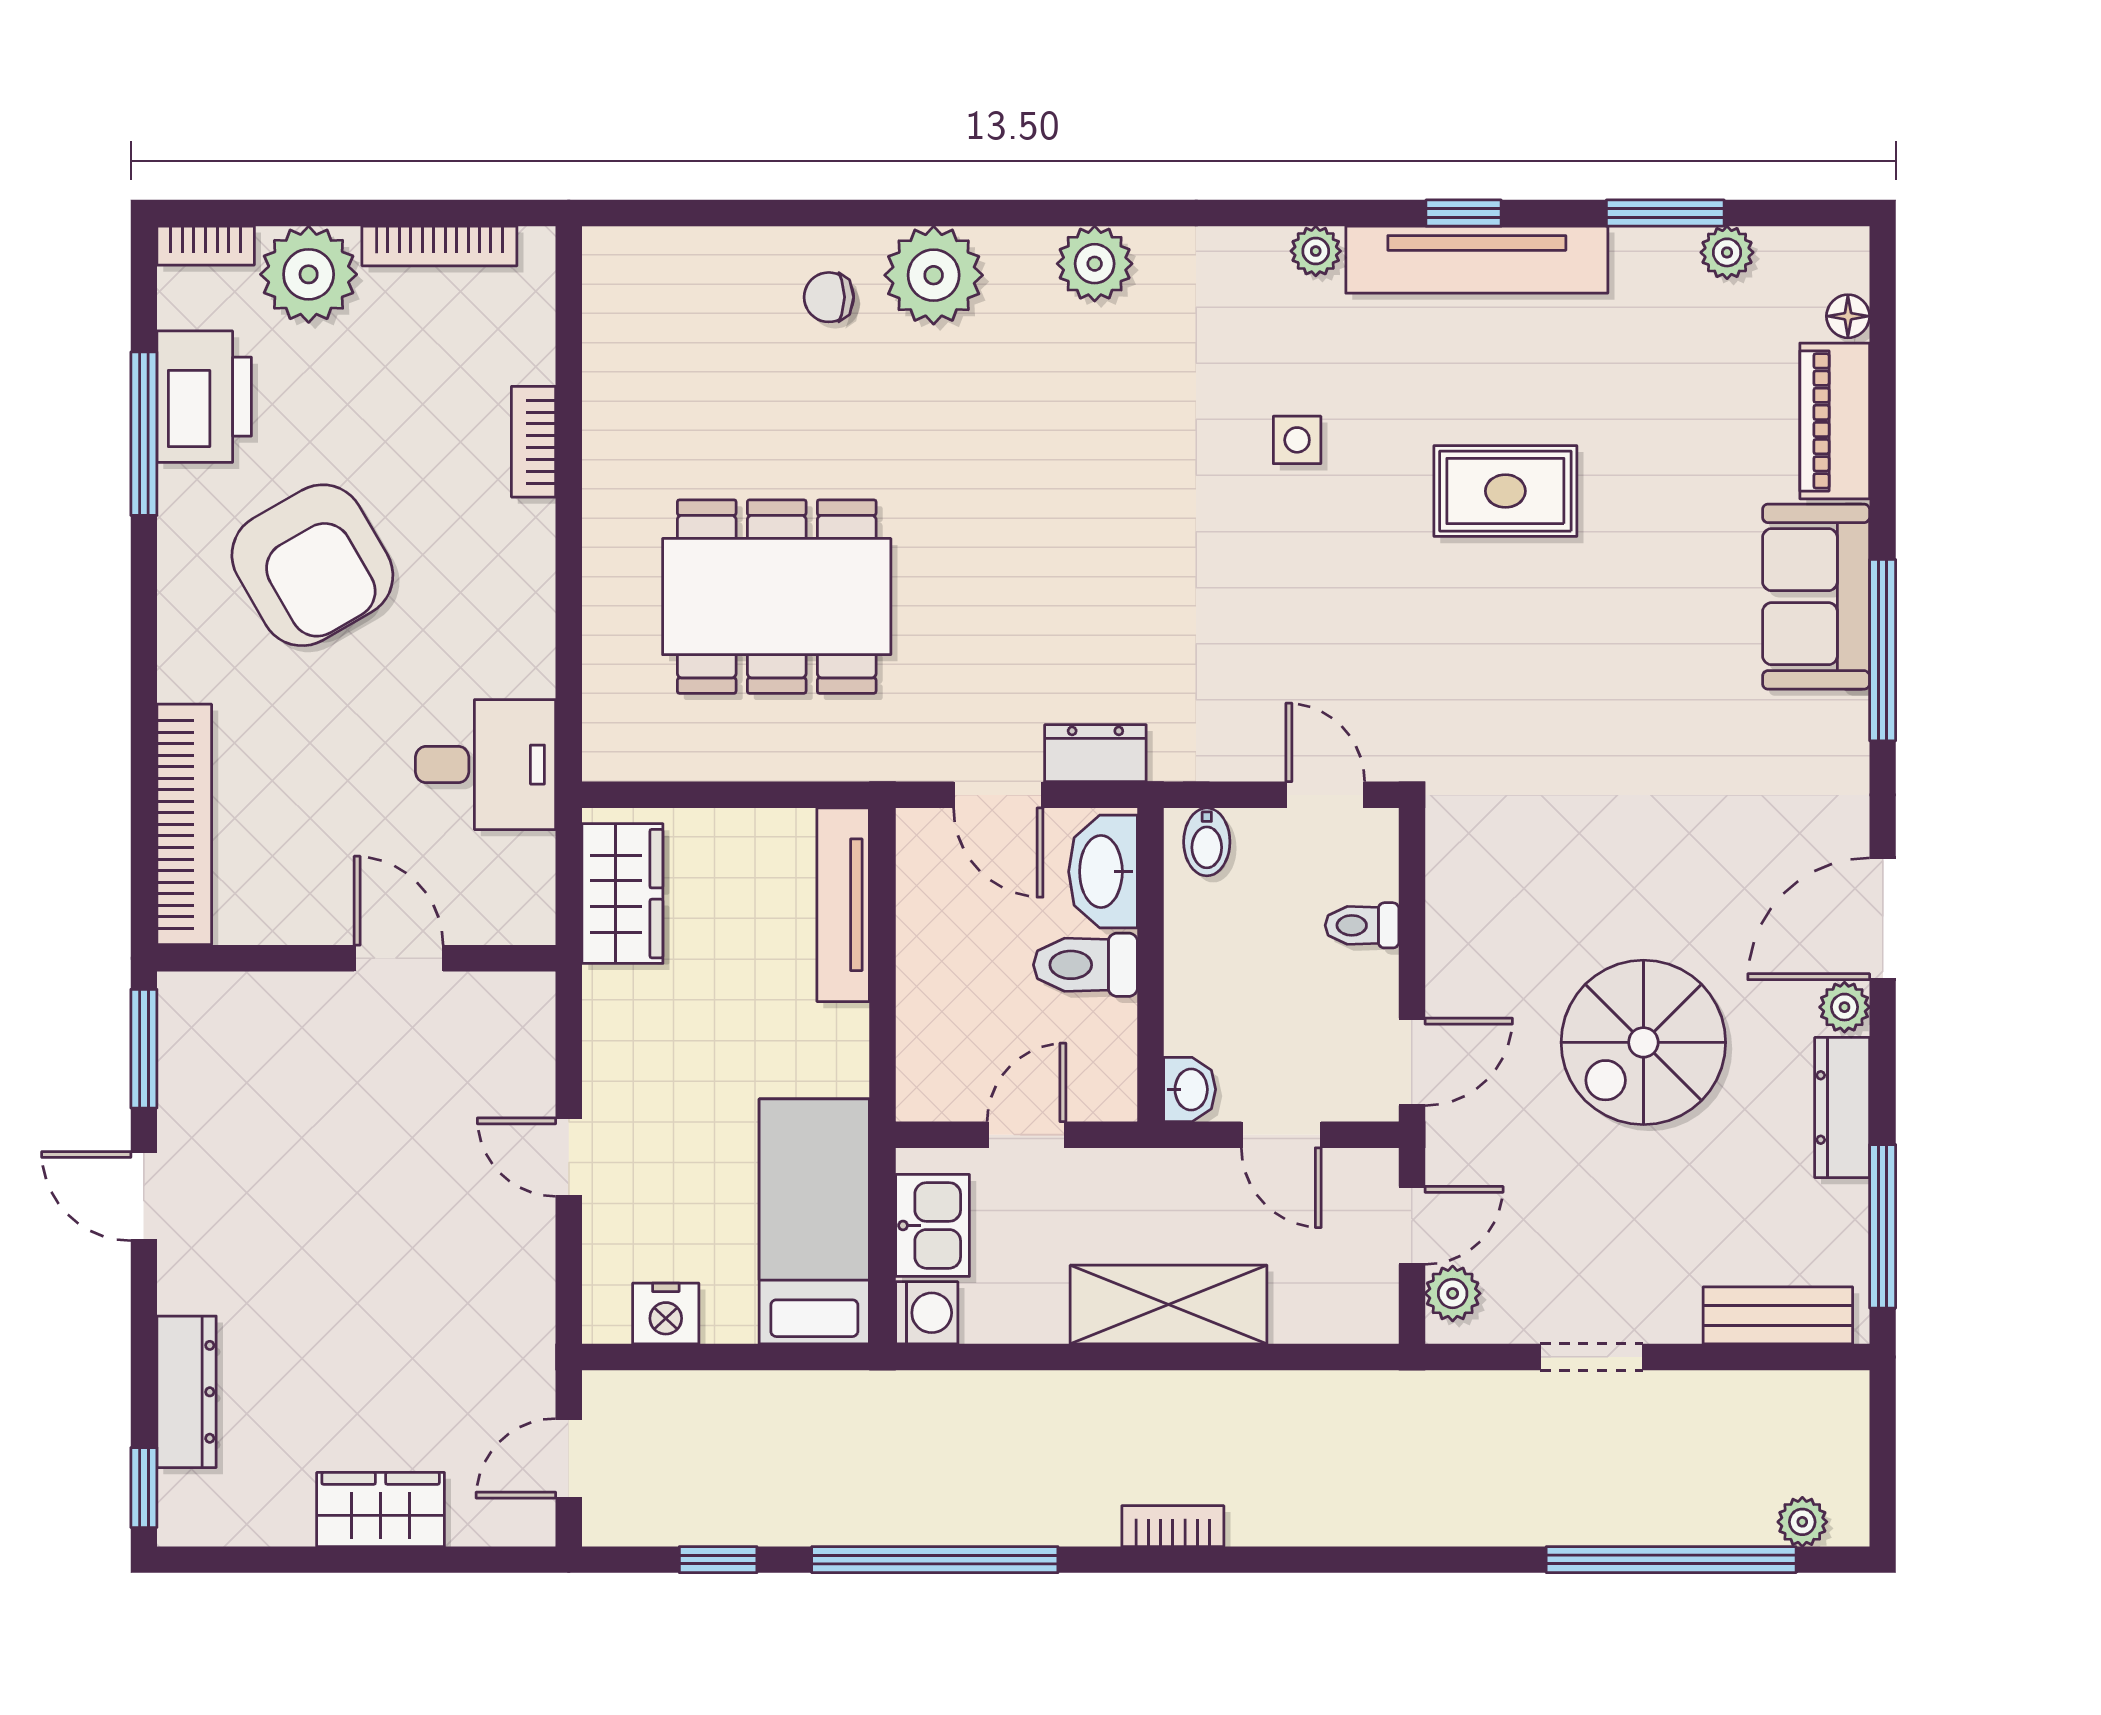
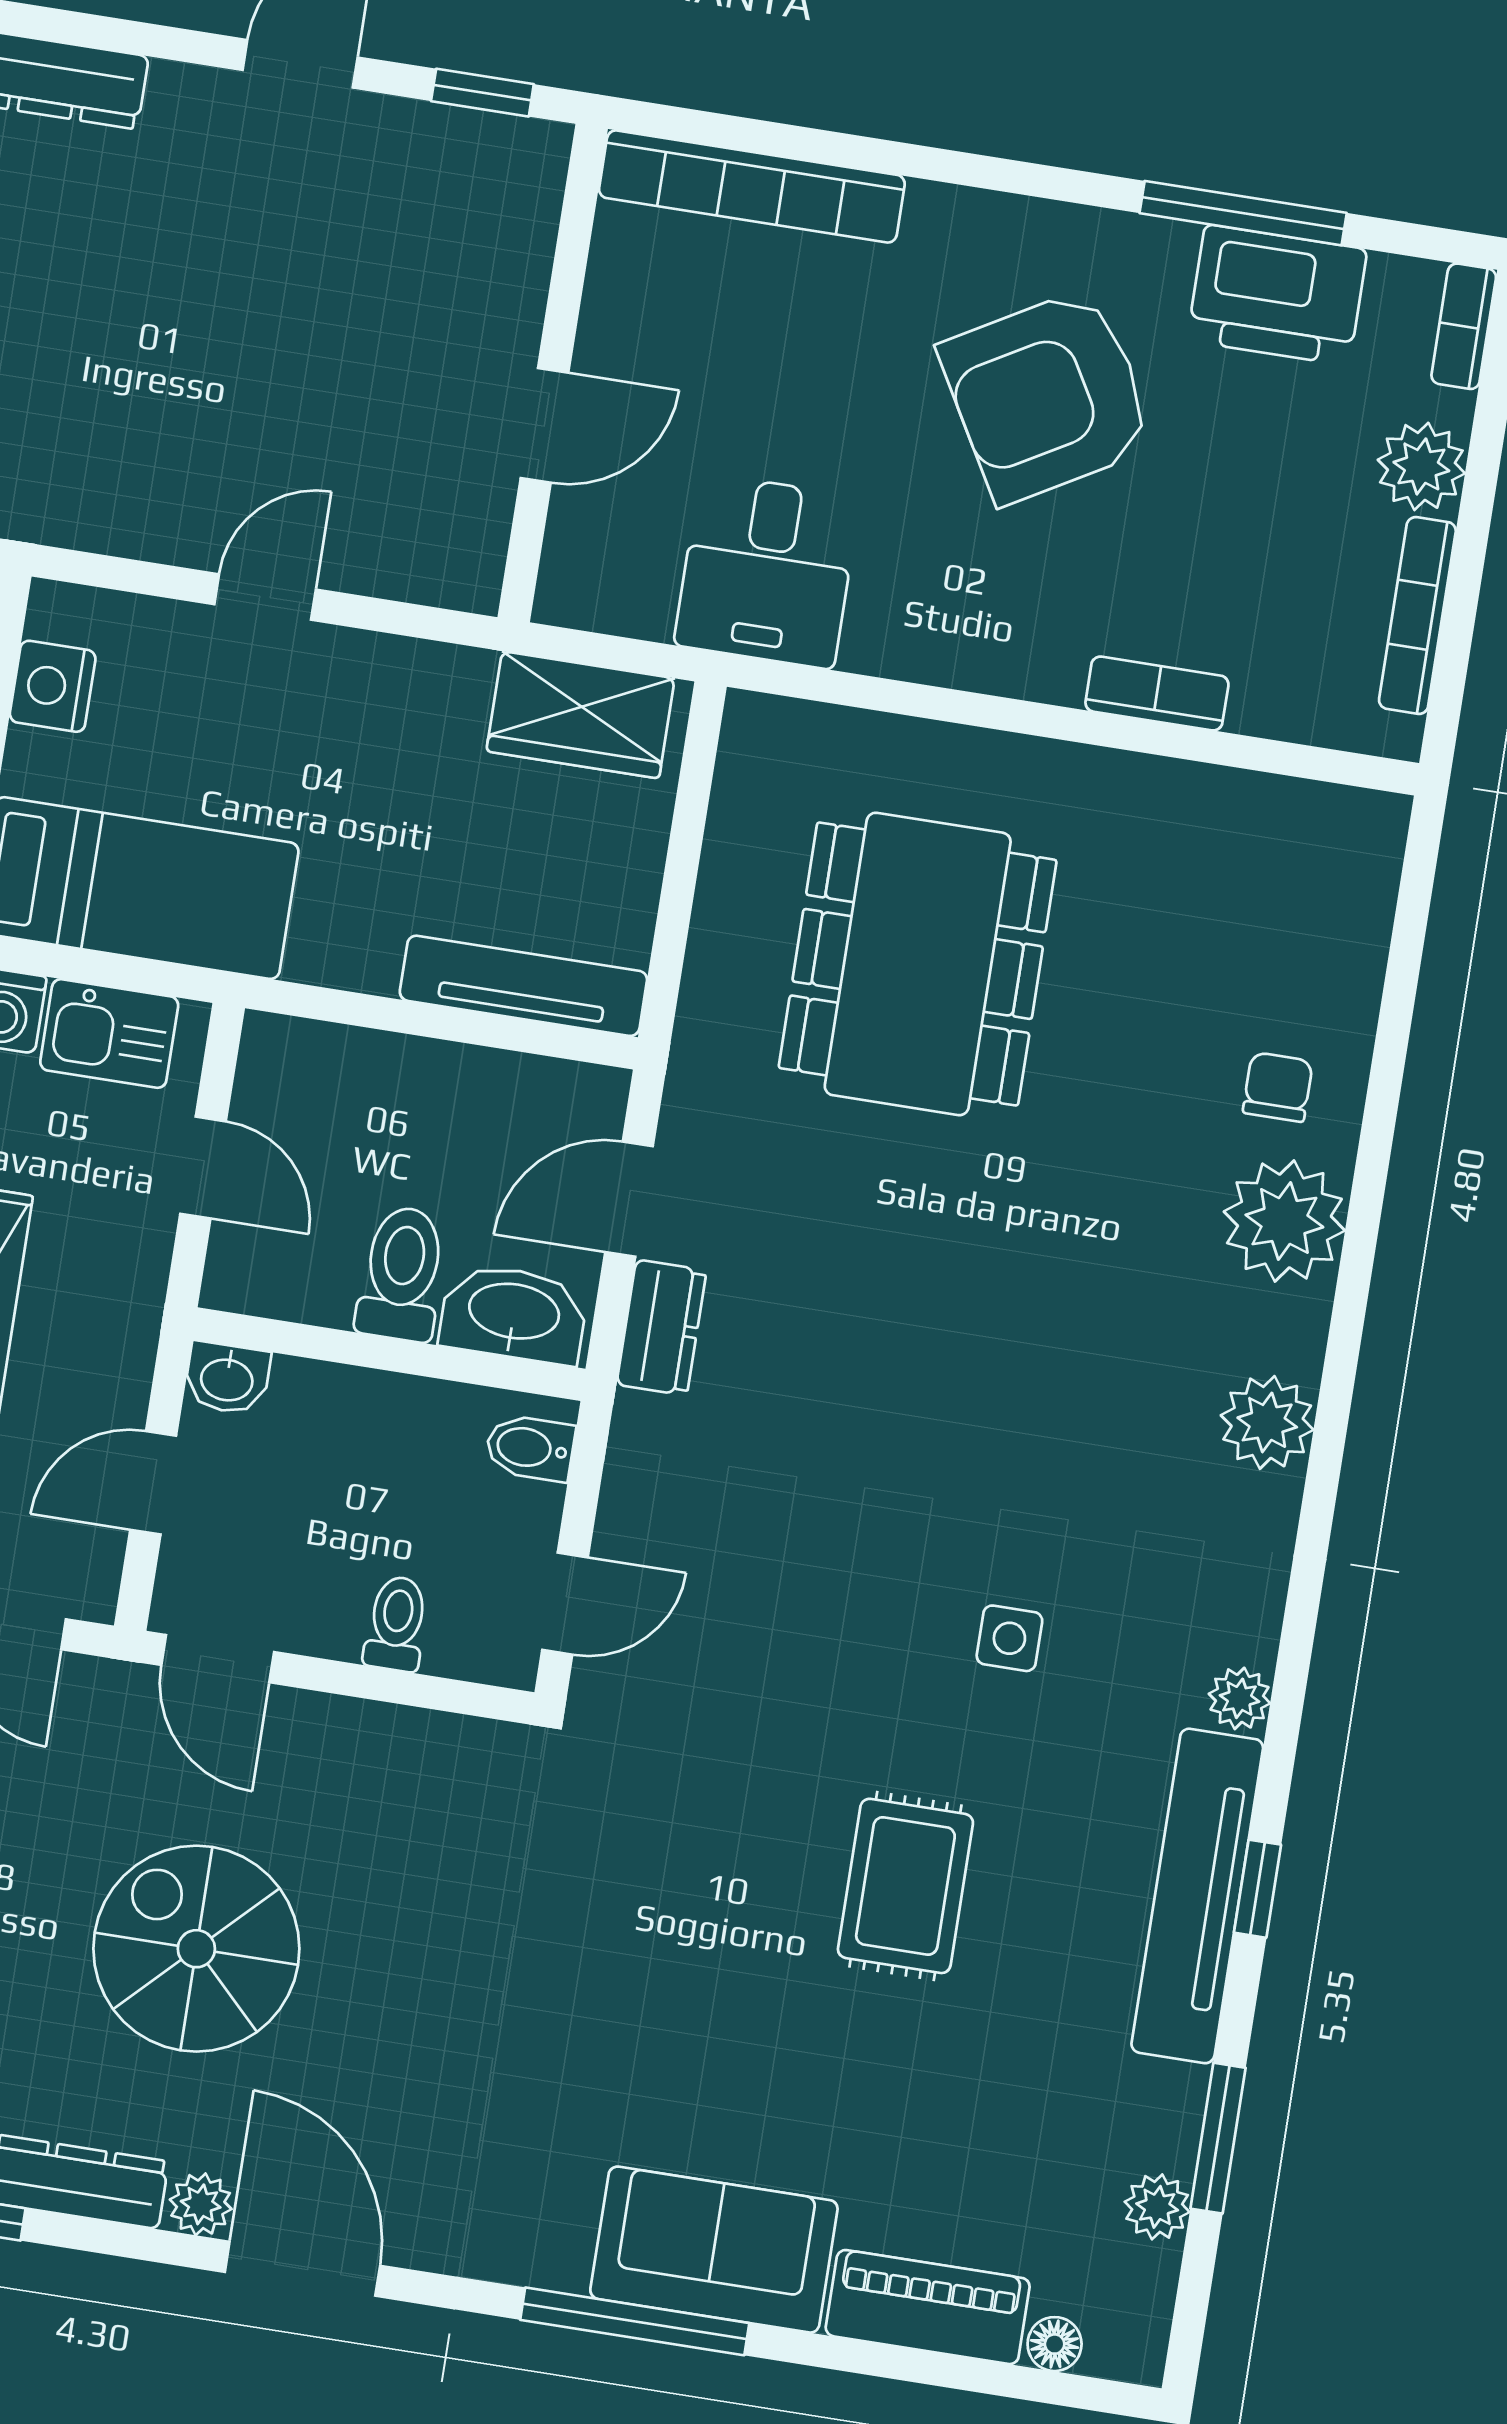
plant: (309, 274) -> (1421, 466), width x0.73, depth x0.73
window: (144, 1049) -> (482, 93), width x0.67

